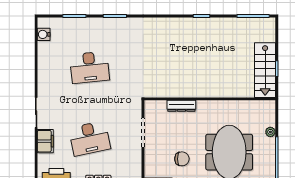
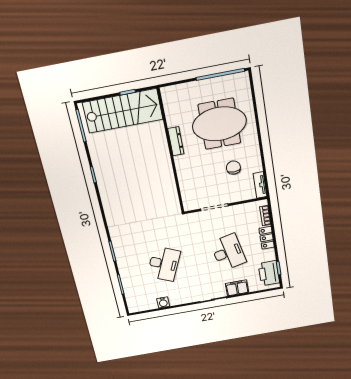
water cooler: (44, 34) -> (163, 302), moved
desk: (90, 67) -> (164, 264), turned 30
stairs: (265, 70) -> (123, 111), width x1.36, depth x1.51
dresser: (181, 106) -> (176, 141), moved
plant: (270, 132) -> (192, 87), removed

